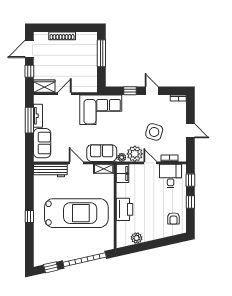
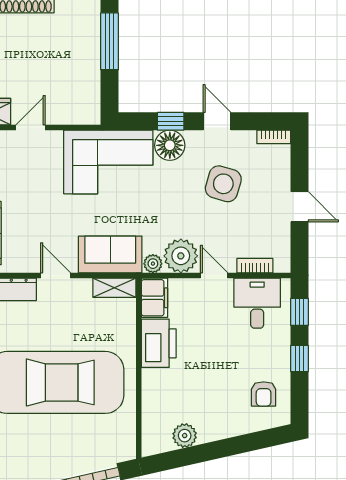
floor lamp: (130, 102) -> (170, 145), added
side table: (154, 132) -> (223, 184), moved
printer: (124, 209) -> (159, 343), moved

